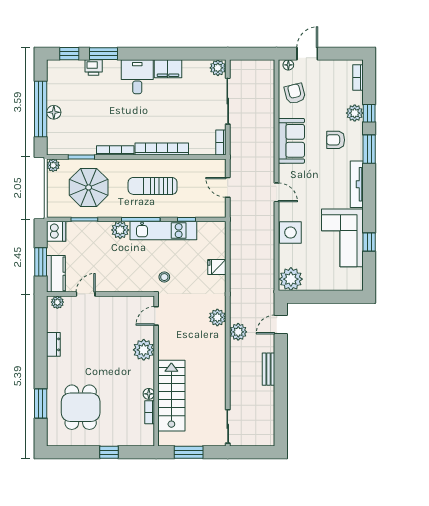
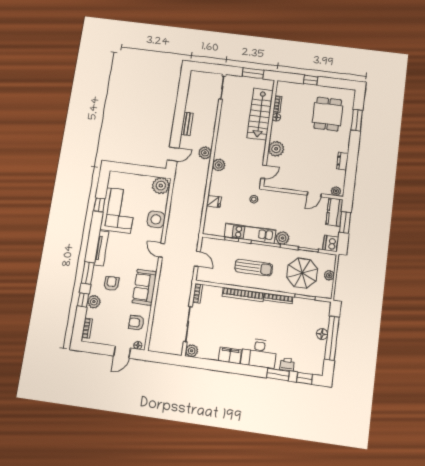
desk: (137, 77) -> (259, 353), width x1.37
armchair: (295, 94) -> (136, 323), turned 104
armchair: (336, 140) -> (111, 283), turned -90
plant: (53, 165) -> (329, 275), moved

